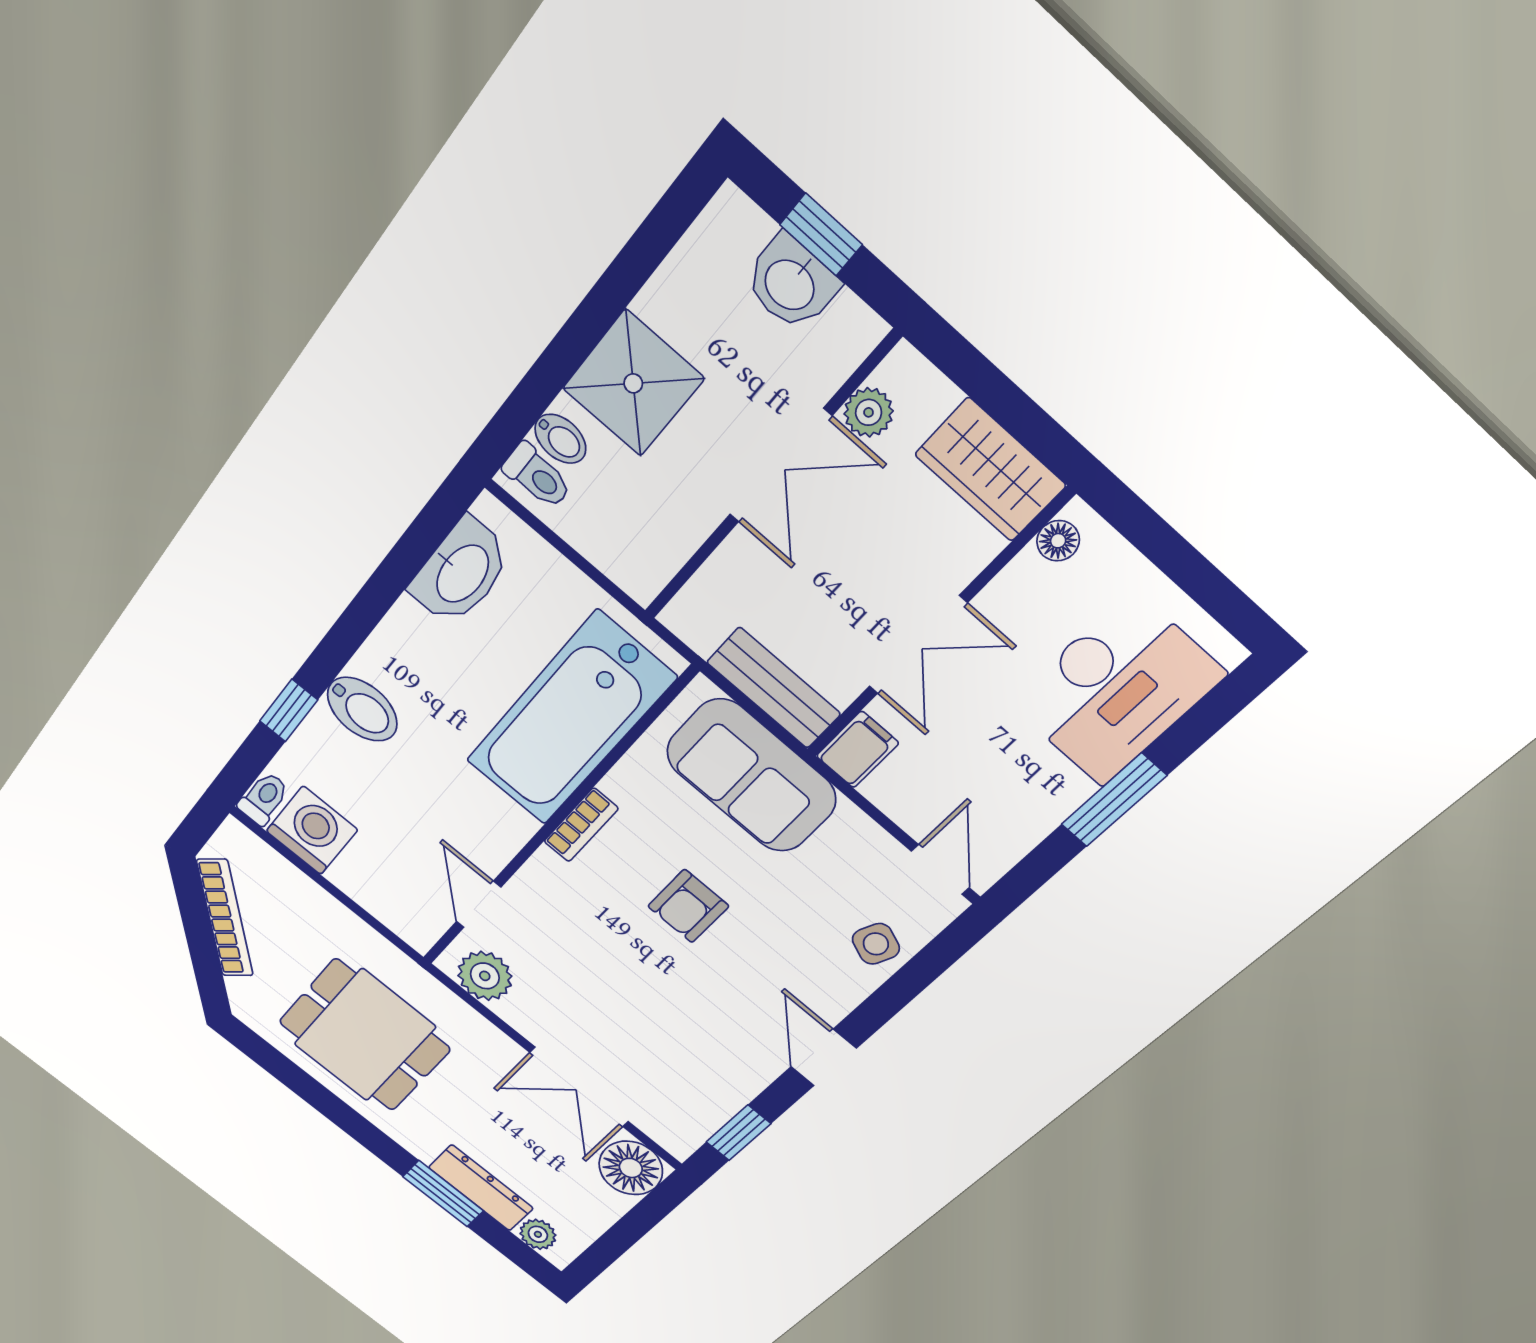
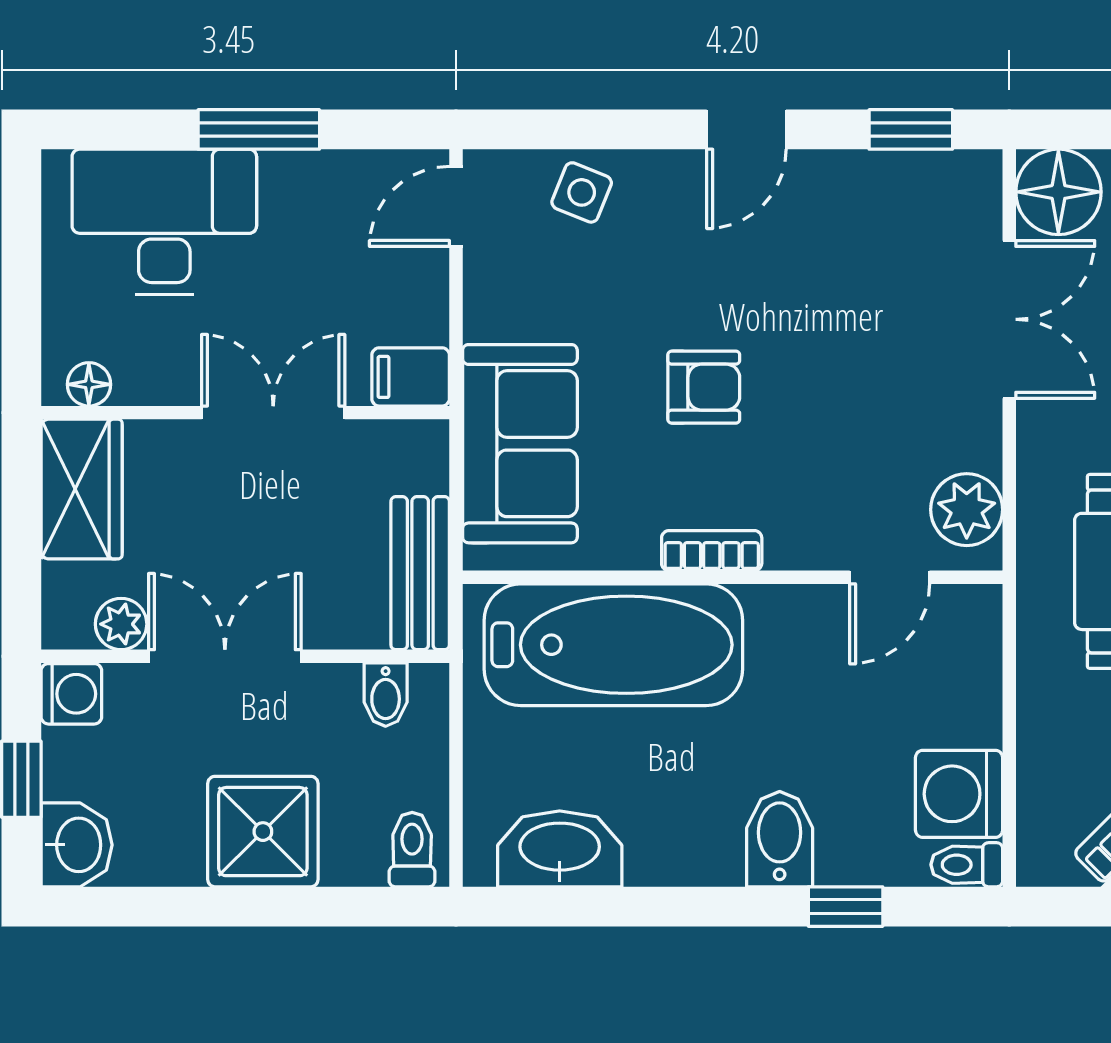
washbasin: (791, 283) -> (77, 845), moved
washing machine: (851, 330) -> (71, 694), added
bidet: (560, 439) -> (386, 695), moved, turned 180
bench: (774, 688) -> (420, 573), moved

